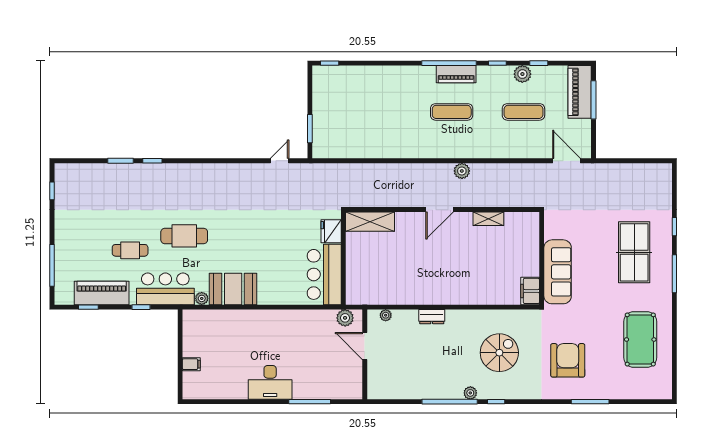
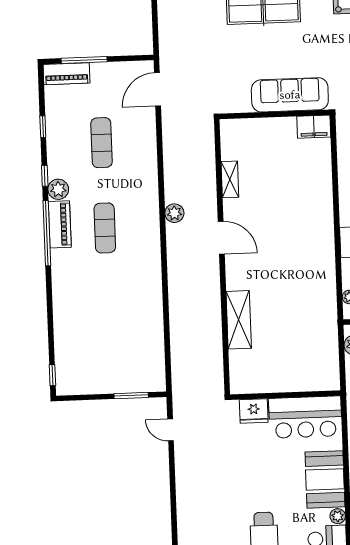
plant: (522, 74) -> (58, 189), moved
piano: (580, 92) -> (67, 74), width x0.73, depth x0.75
fridge: (331, 231) -> (254, 411), moved
wall: (343, 258) -> (285, 395), moved
bar counter: (324, 274) -> (305, 417), moved

